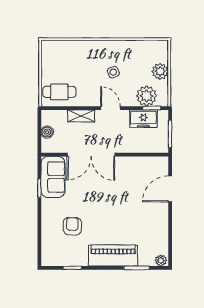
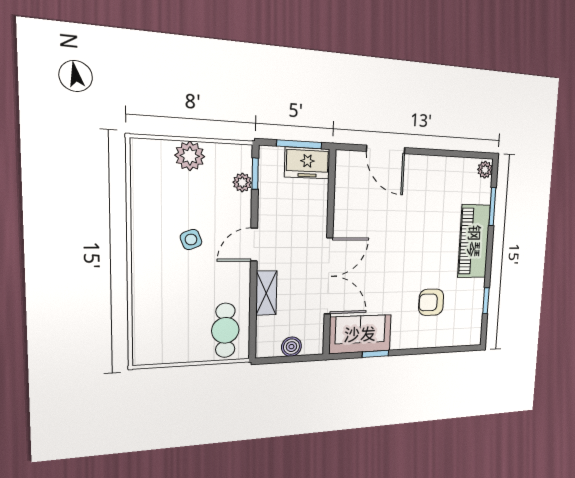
plant: (147, 96) -> (242, 182), width x0.53, depth x0.53
freezer: (143, 119) -> (307, 163), moved, turned 90

